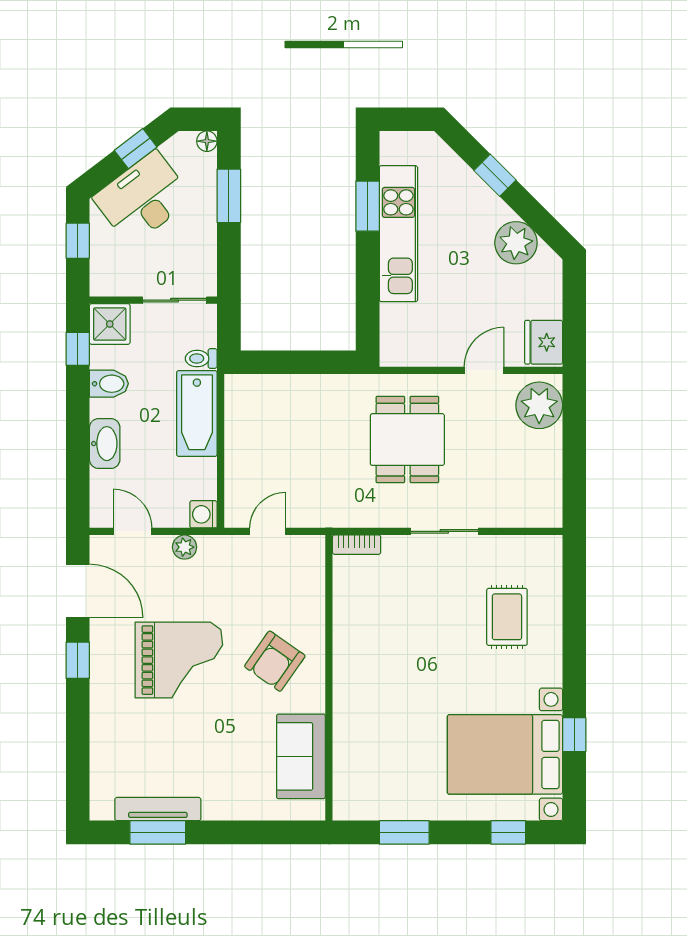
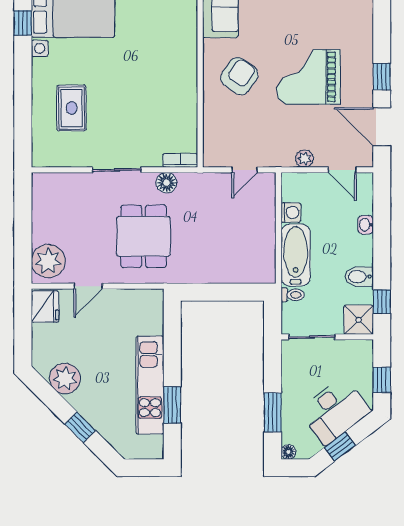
washbasin: (105, 444) -> (366, 225), width x0.52, depth x0.69
washing machine: (203, 514) -> (291, 213), moved
floor lamp: (376, 514) -> (166, 183), added

